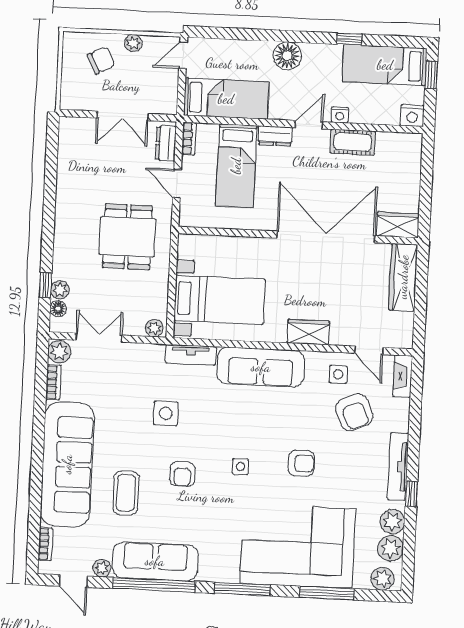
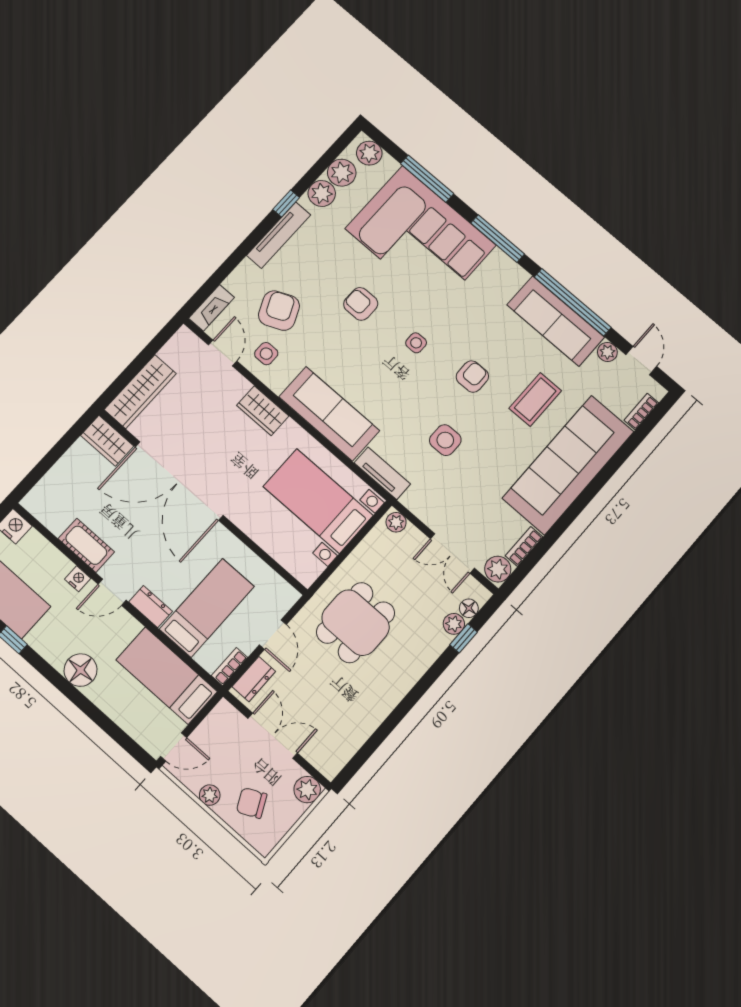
plant: (71, 99) -> (307, 790), added

